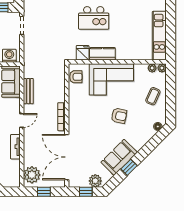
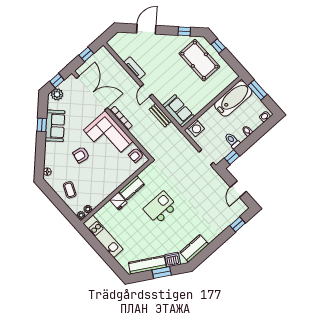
fridge: (83, 53) -> (118, 201), moved
corner sofa: (111, 79) -> (108, 136), moved, turned -90
plant: (32, 175) -> (105, 59), removed

